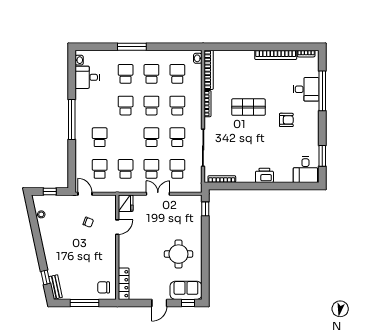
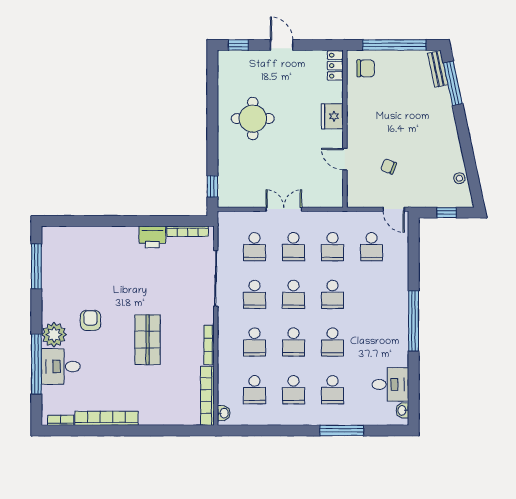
window: (132, 47) -> (342, 430), moved
shop shelf: (248, 107) -> (148, 340), turned 90
plant: (311, 110) -> (54, 335), added
armchair: (286, 120) -> (90, 320), turned 90
school desk: (100, 137) -> (332, 294), moved
window: (322, 156) -> (36, 266), width x1.44
desk: (305, 170) -> (62, 246), removed
printer: (264, 175) -> (152, 237), moved
double door: (158, 194) -> (284, 209), swing flipped
fridge: (126, 203) -> (332, 116), moved
door: (117, 227) -> (345, 159), hinge flipped
window: (46, 277) -> (453, 83), width x2.17
locker: (124, 284) -> (335, 66), width x0.66
sofa: (186, 290) -> (241, 64), removed
window: (84, 303) -> (394, 45), width x1.46
door: (159, 303) -> (282, 45), hinge flipped

